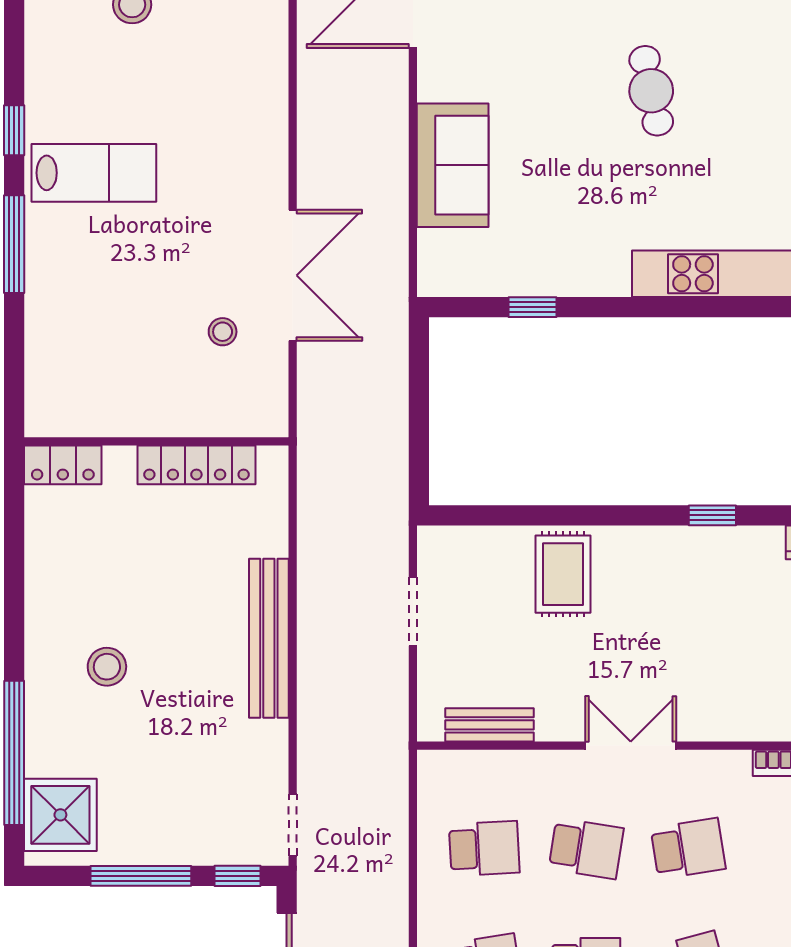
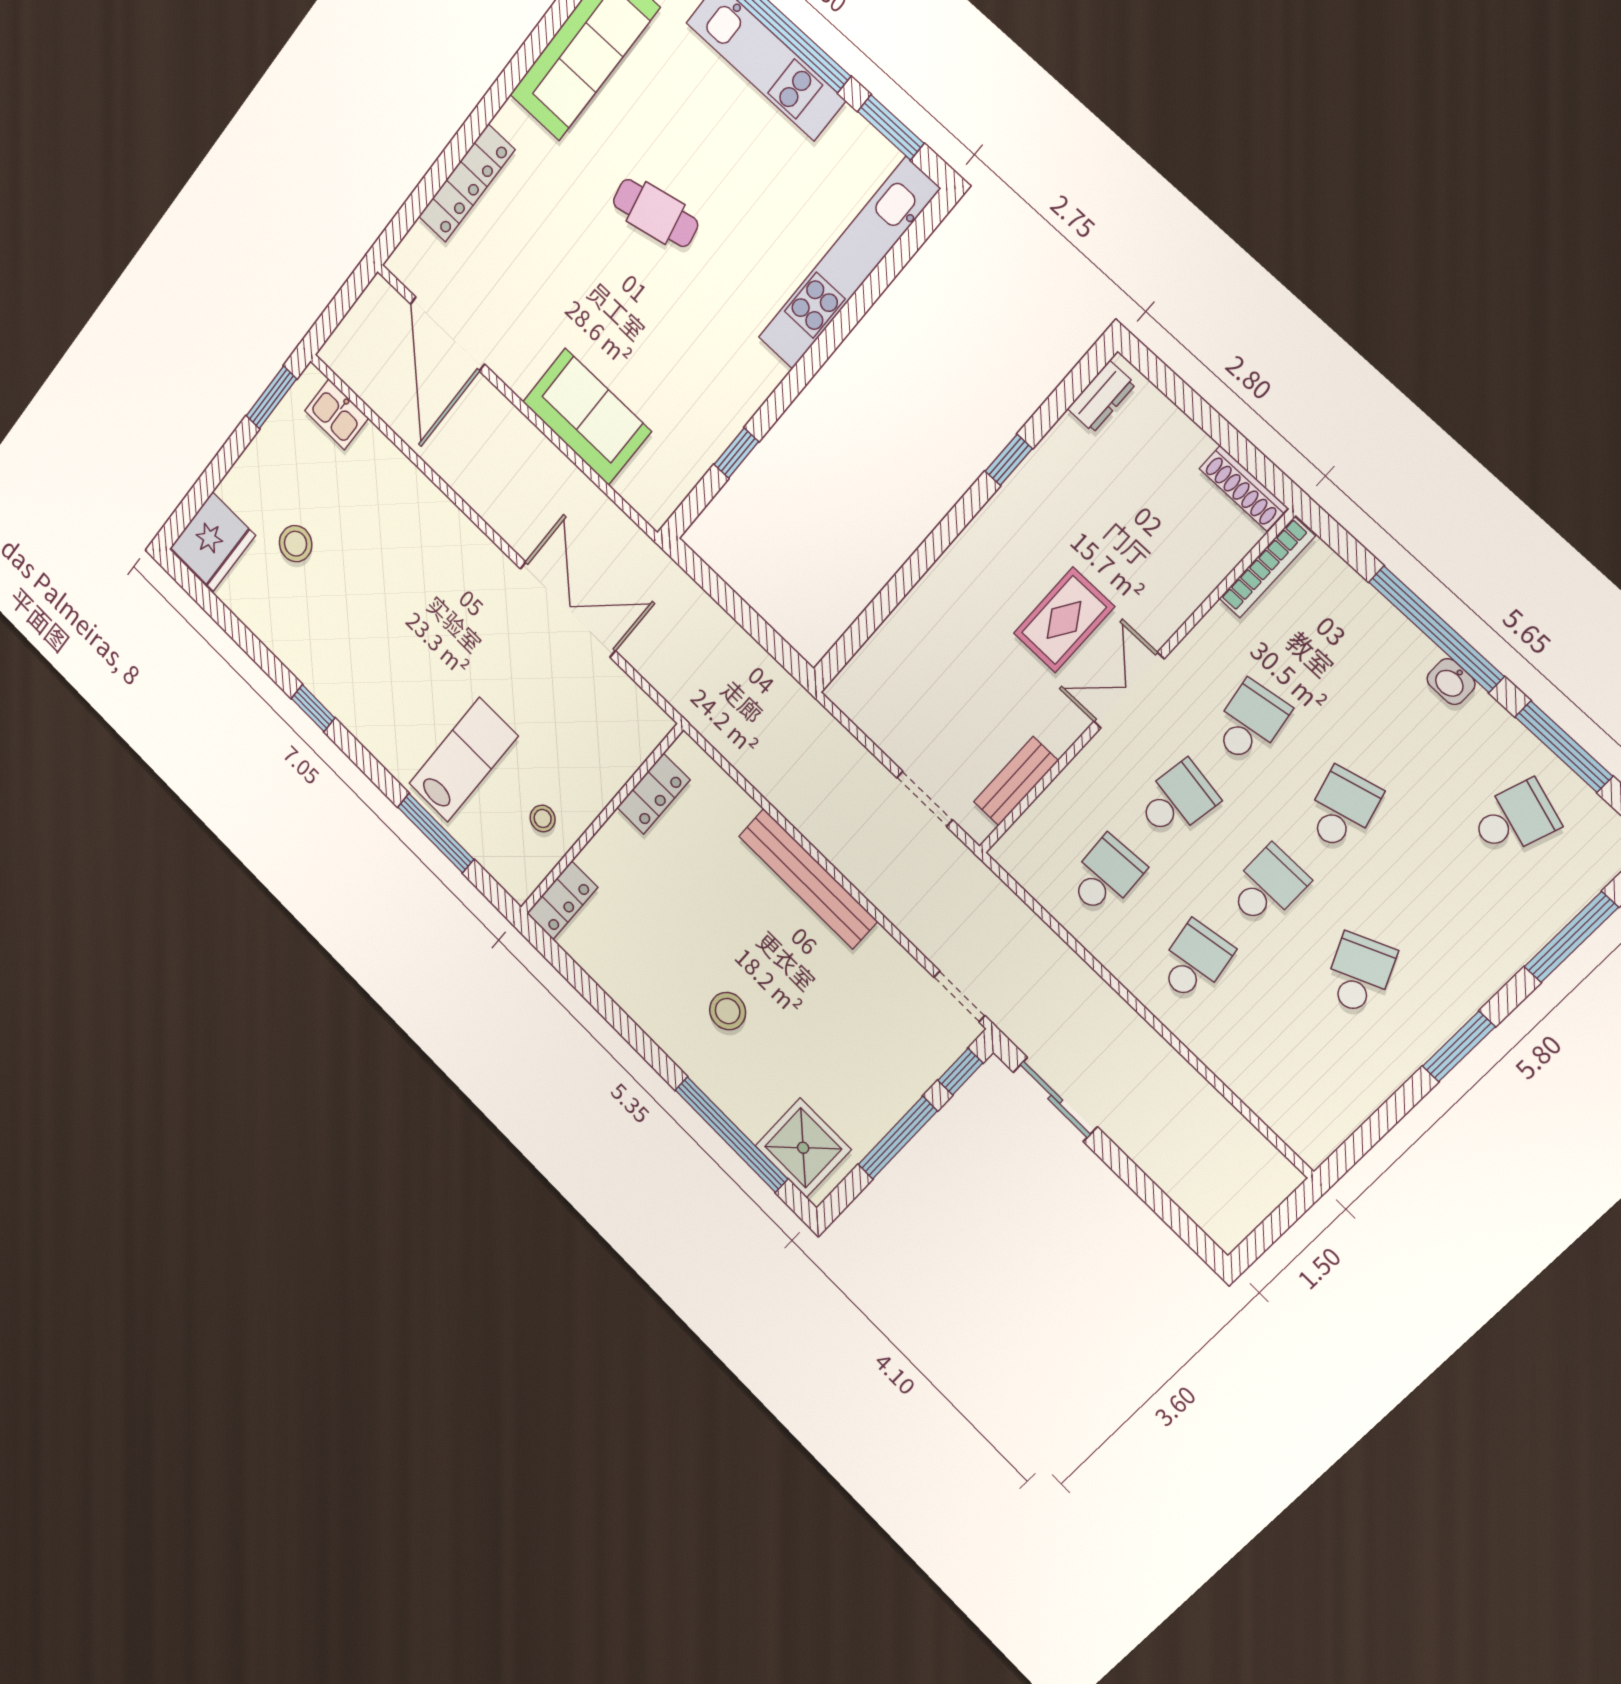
lab bench: (94, 173) -> (463, 760), moved
window: (14, 244) -> (436, 833), moved
stool: (223, 332) -> (543, 818), moved
locker: (196, 465) -> (653, 794), width x0.66
rug: (563, 574) -> (1064, 620), moved, turned 90
doorway: (413, 612) -> (925, 799), moved

